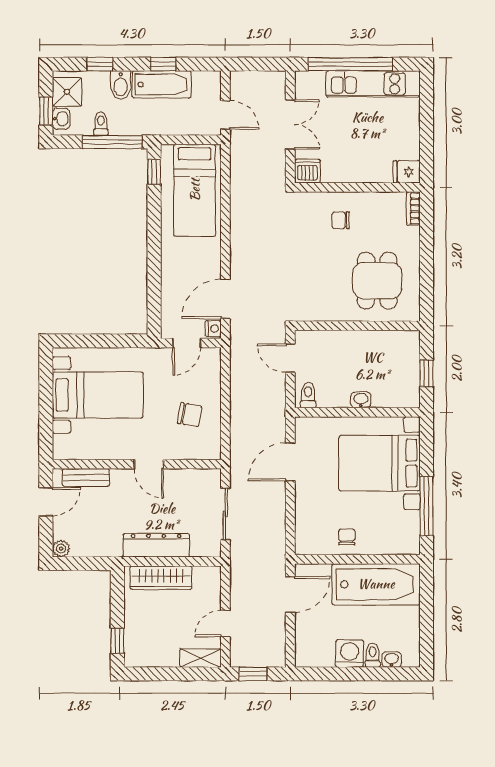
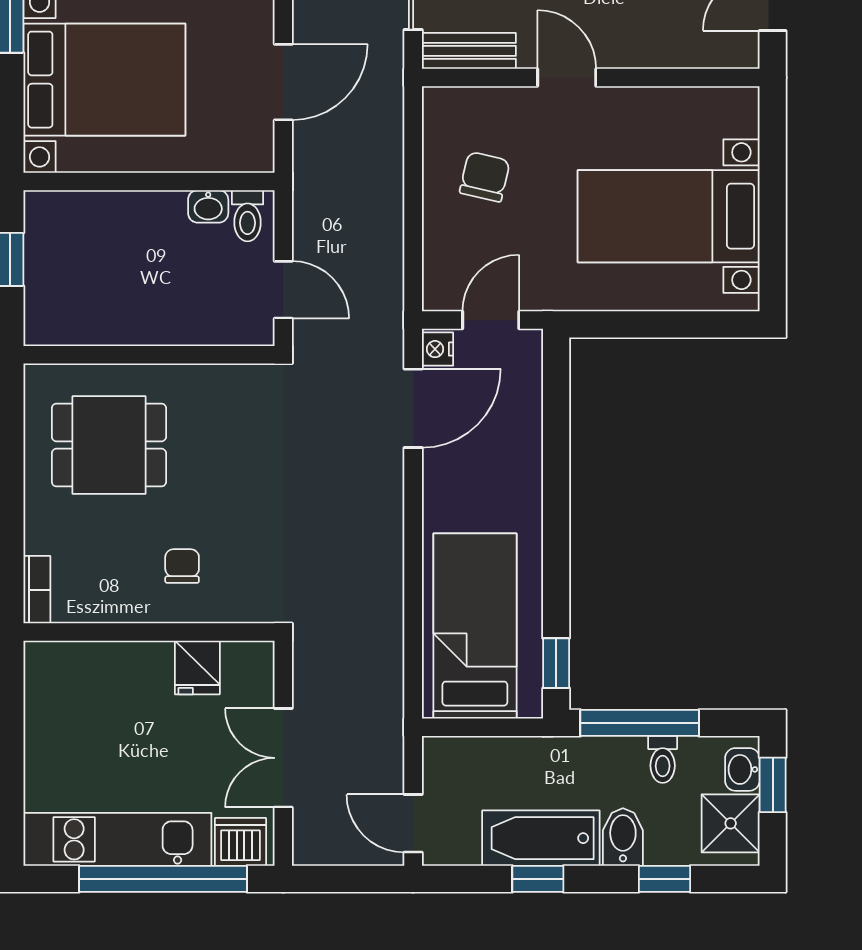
door: (225, 115) -> (413, 823), moved
dishwasher: (307, 171) -> (240, 842), moved, turned 180
fridge: (407, 172) -> (197, 667), moved, turned 90
chair: (341, 220) -> (182, 566), turned -90
dining table: (377, 281) -> (109, 445), turned 90
washbasin: (361, 400) -> (208, 206), moved
chair: (190, 415) -> (485, 177), turned 93
bench: (86, 477) -> (469, 51), moved

